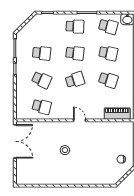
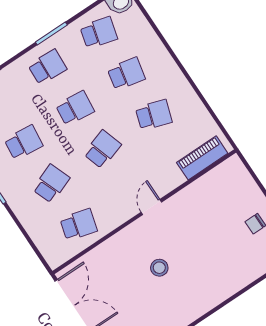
school desk: (42, 80) -> (51, 184), turned -45
door: (80, 120) -> (151, 207), hinge flipped

